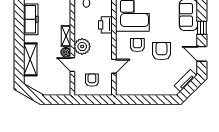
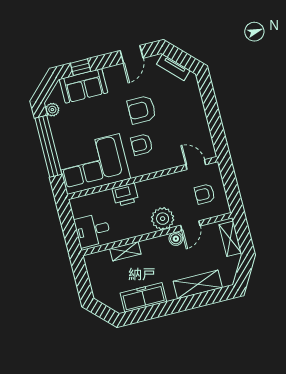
window: (202, 28) -> (81, 67), moved
shelving: (66, 36) -> (125, 251), moved
door: (114, 66) -> (196, 165), moved
shelving: (56, 90) -> (230, 239), added

